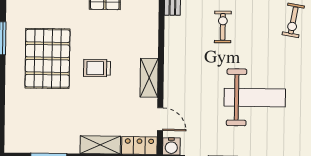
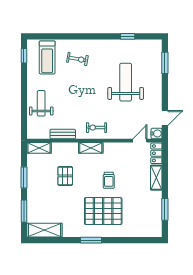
exercise bike: (223, 27) -> (96, 128), moved
shelving: (149, 78) -> (91, 148), moved

